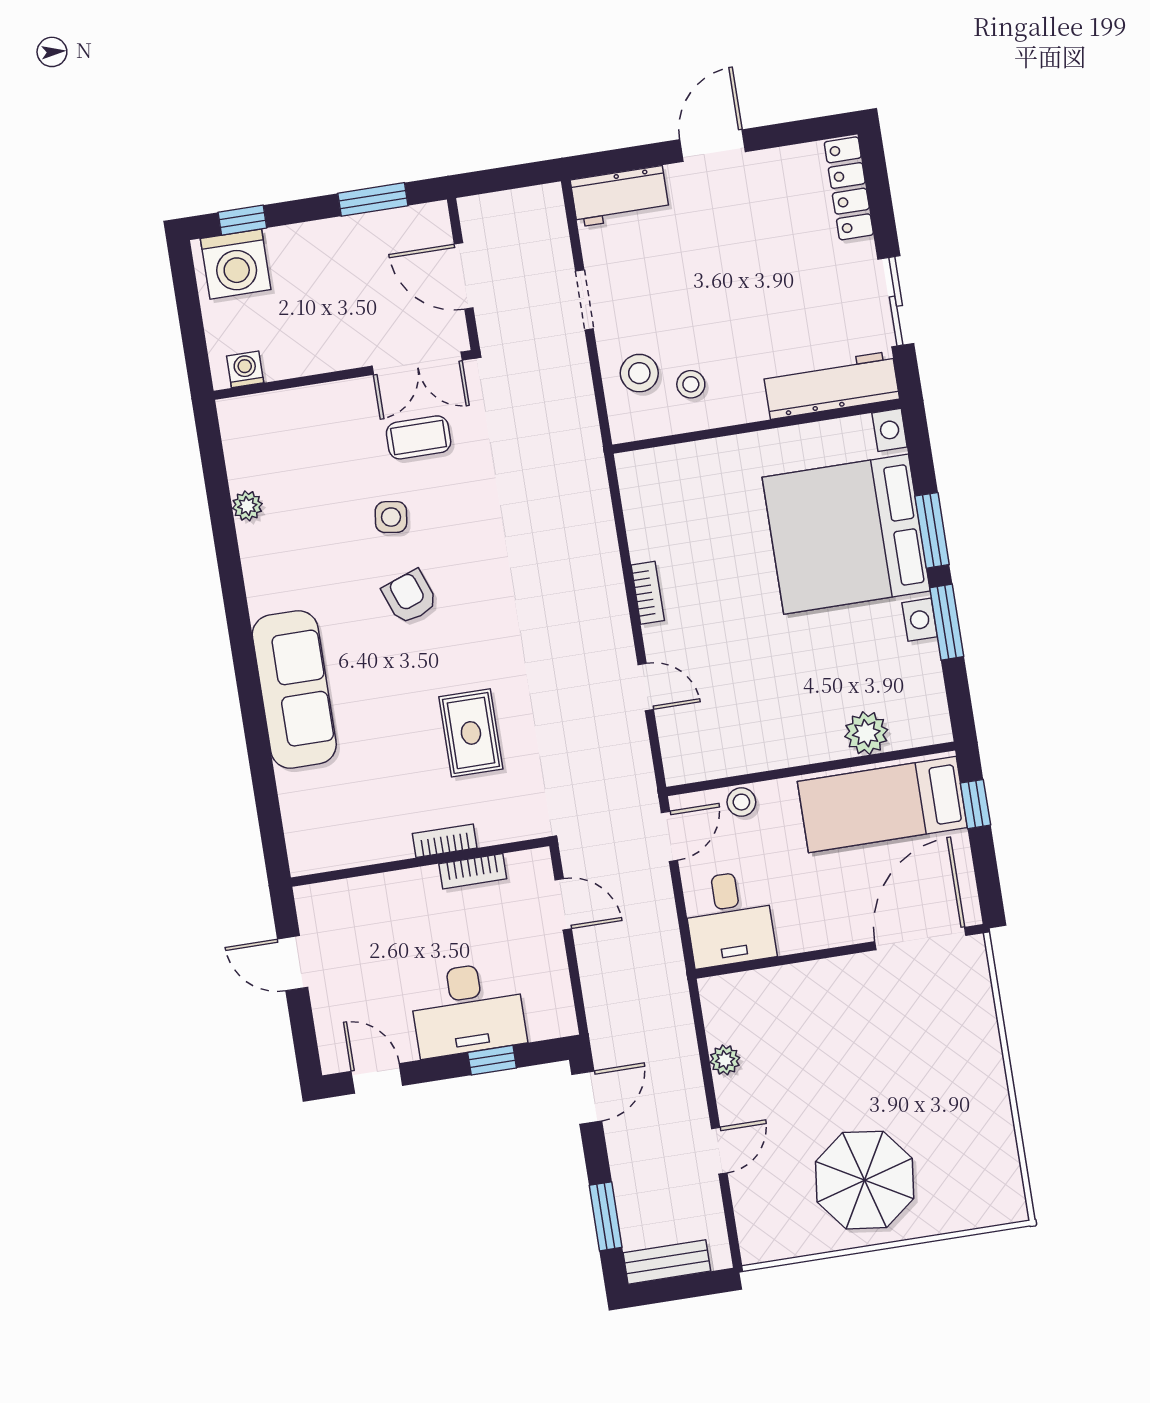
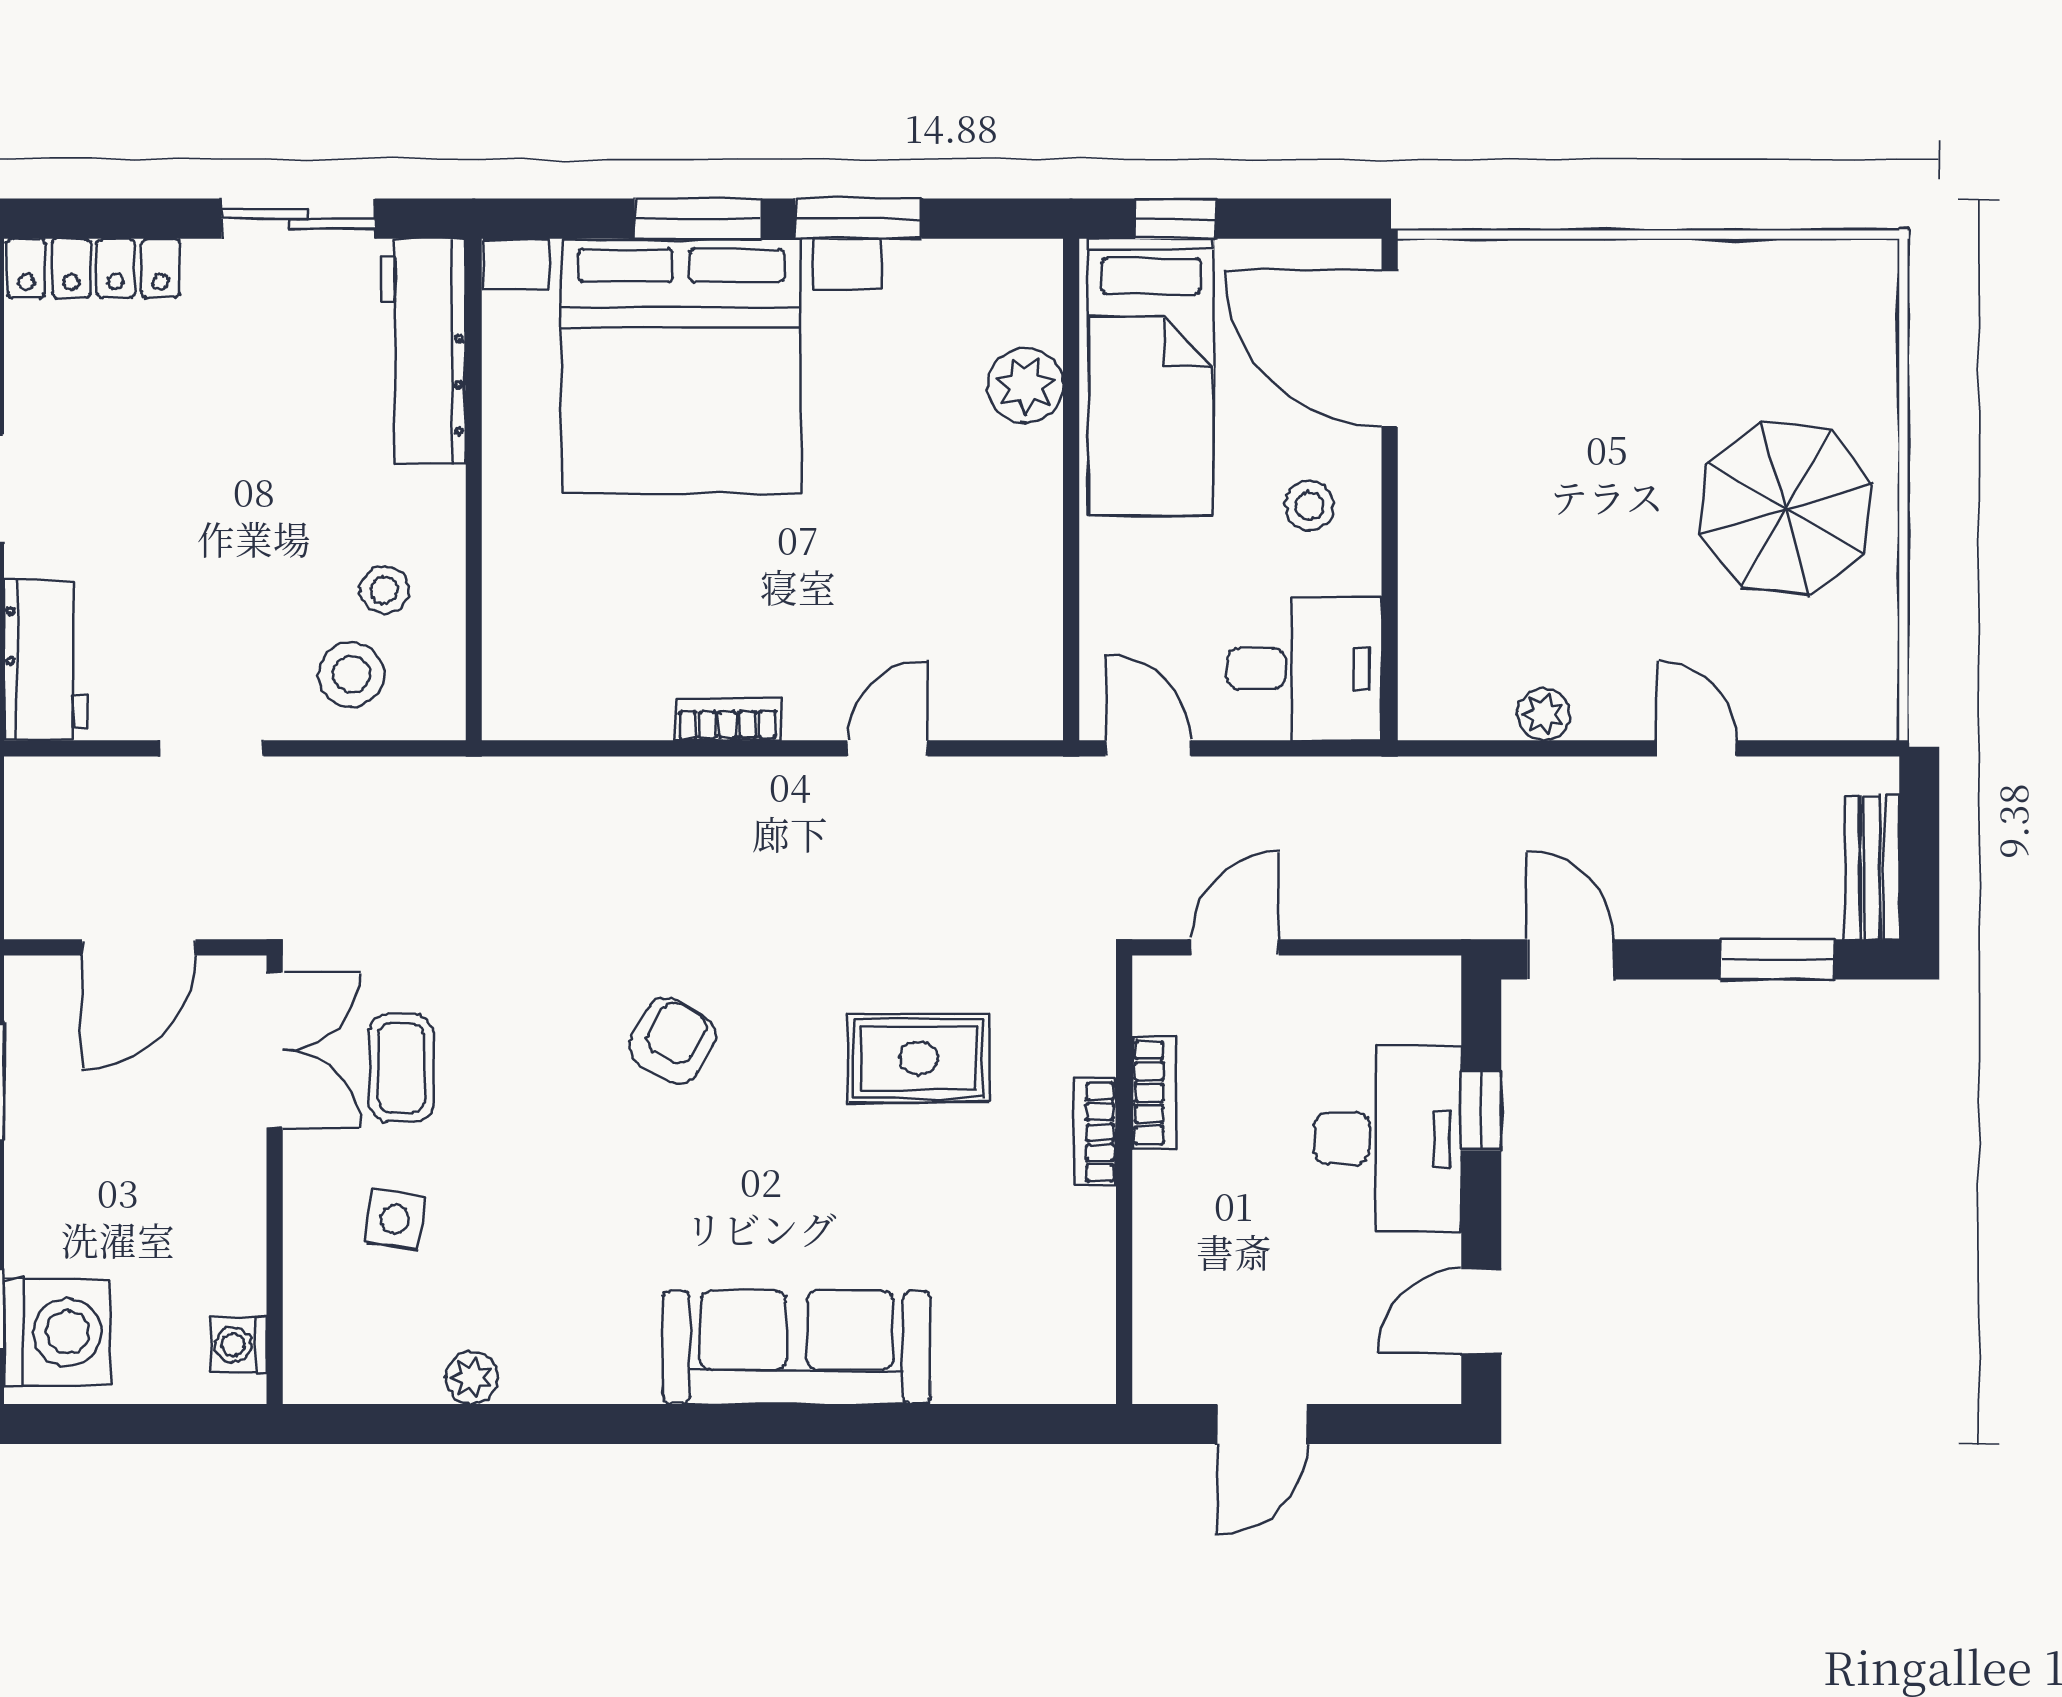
side table: (391, 517) -> (395, 1219), moved
armchair: (410, 597) -> (672, 1041), moved, turned 140
stool: (741, 802) -> (1309, 506), moved

